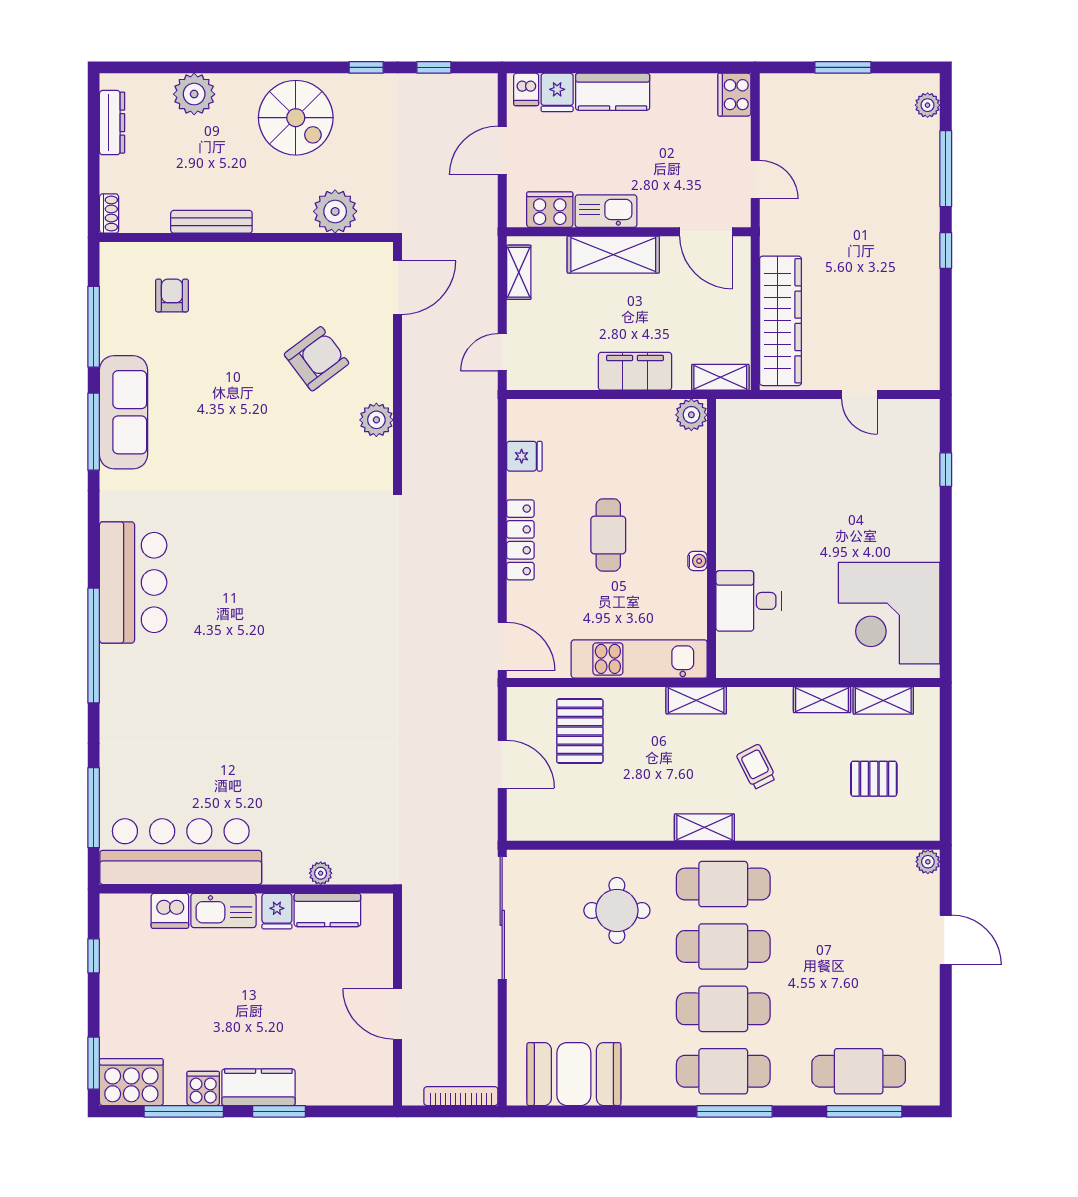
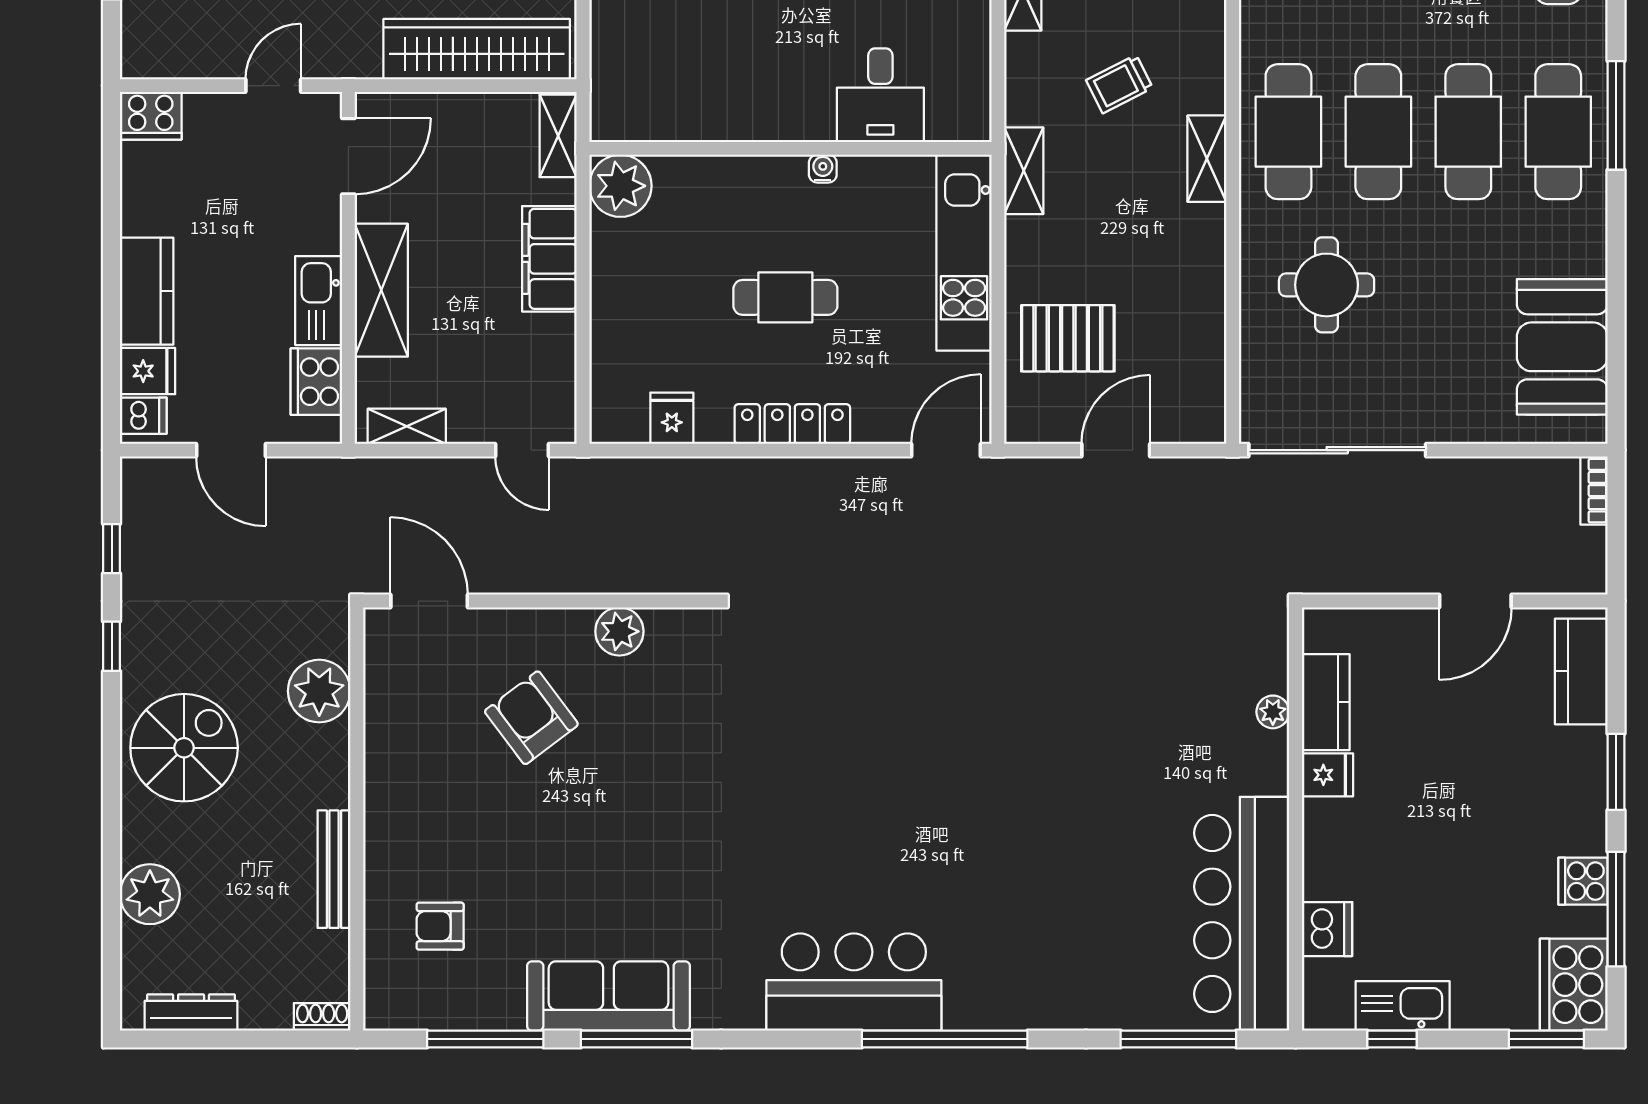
plant: (691, 415) -> (620, 186), width x1.36, depth x1.36
kitchen sink: (224, 910) -> (1403, 1006), moved, turned -90
kitchen counter: (258, 1087) -> (1581, 671), moved
bookcase: (461, 1096) -> (1594, 491), width x0.64

